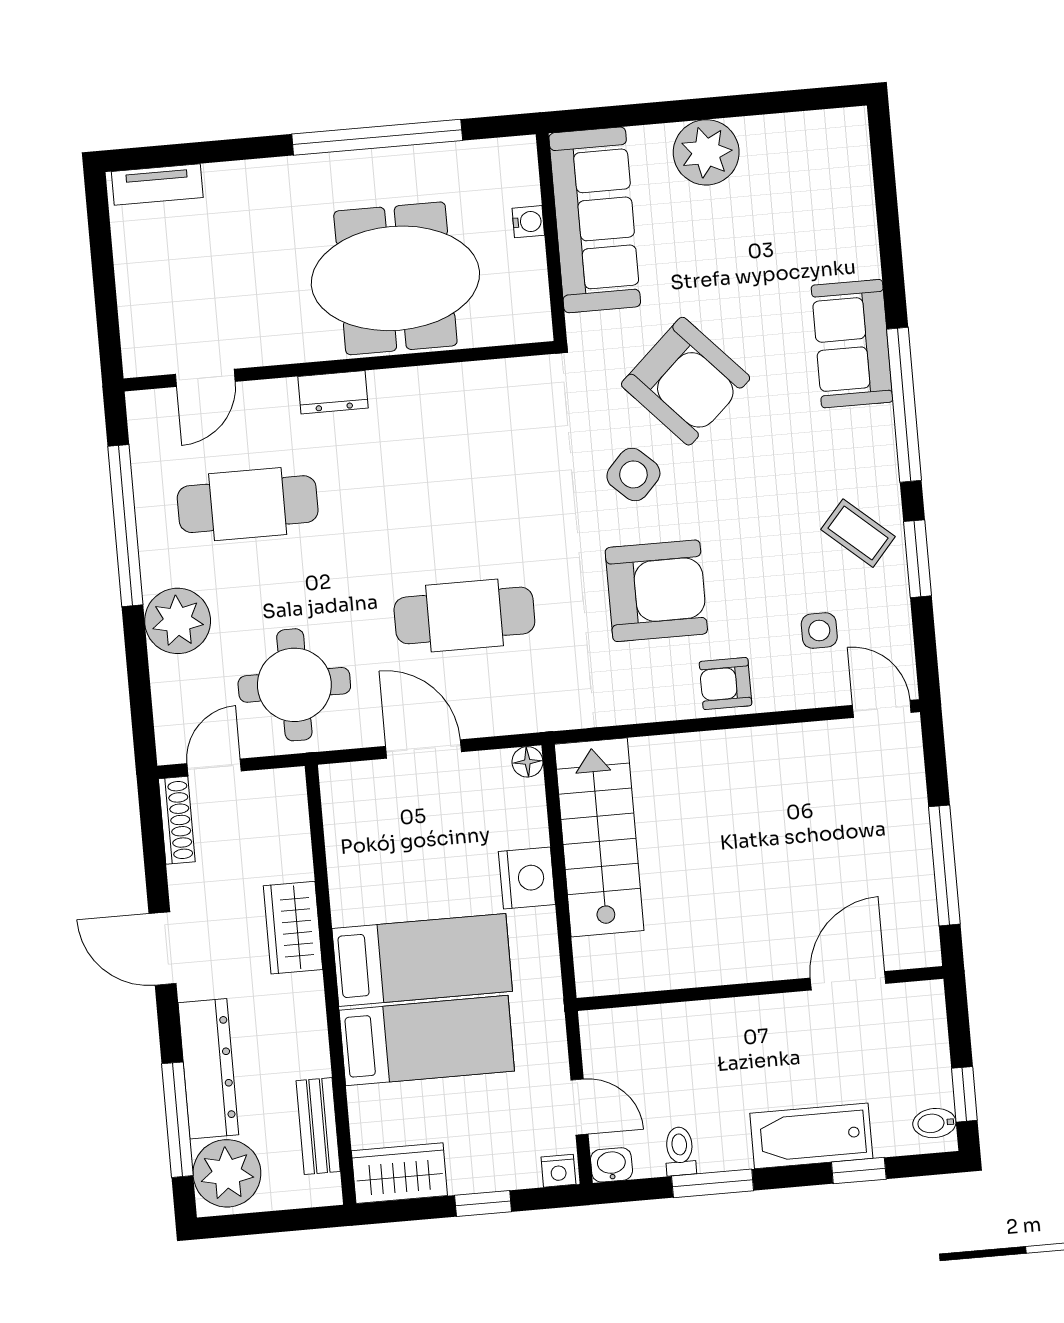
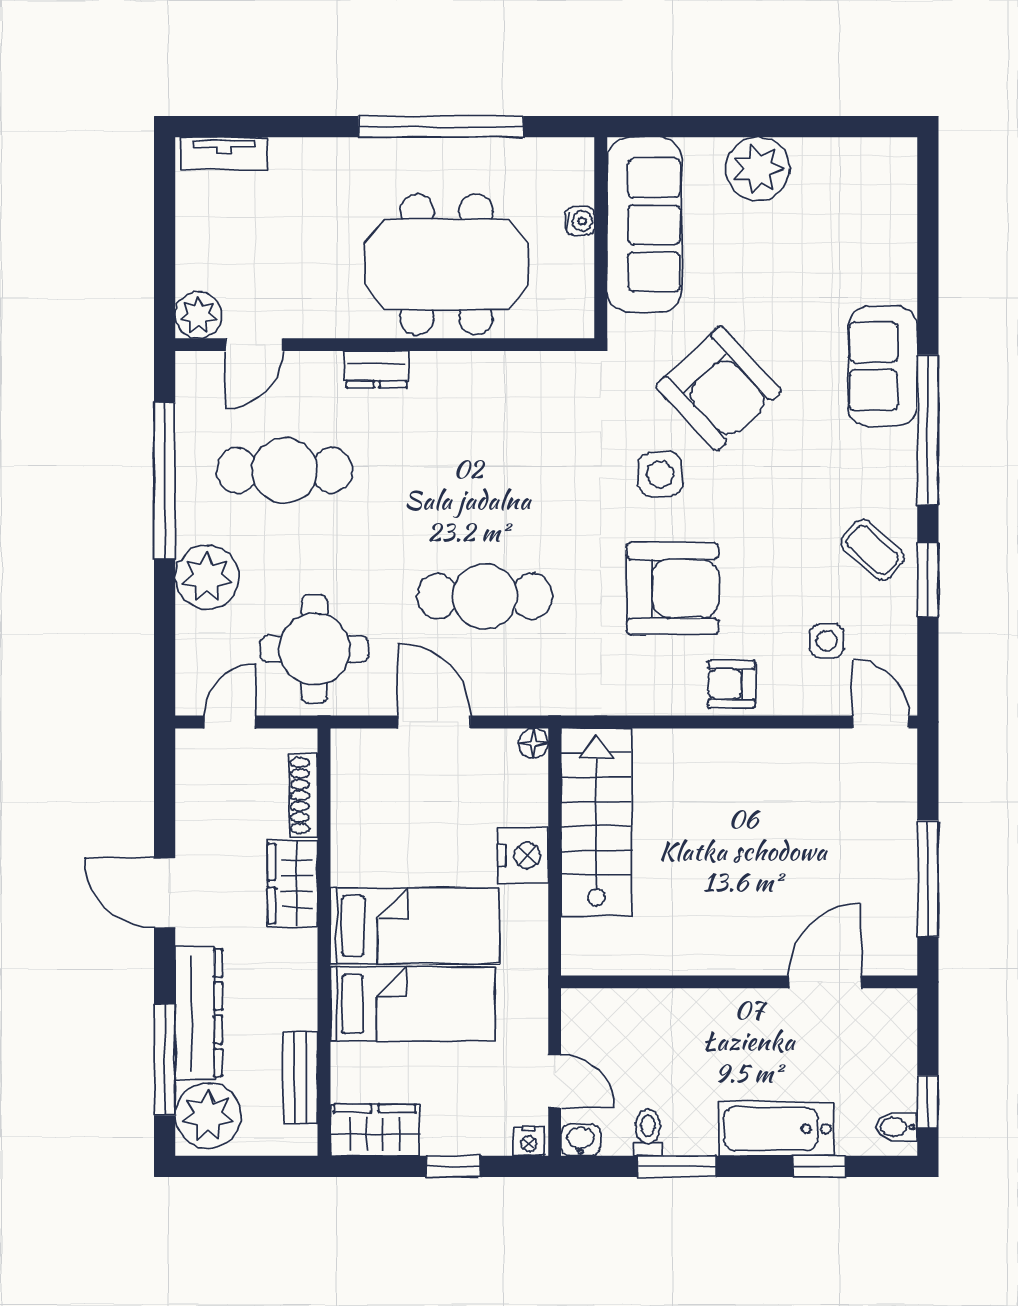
plant: (145, 353) -> (198, 315), added
side table: (633, 474) -> (660, 474), turned 45
shoe rack: (177, 820) -> (303, 795), moved, turned 180

